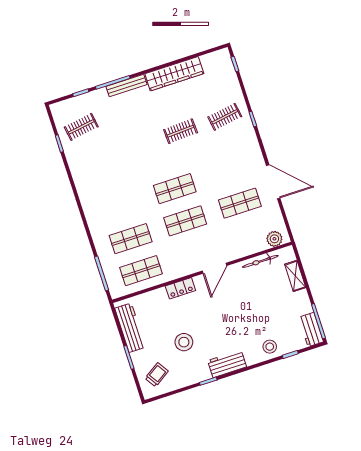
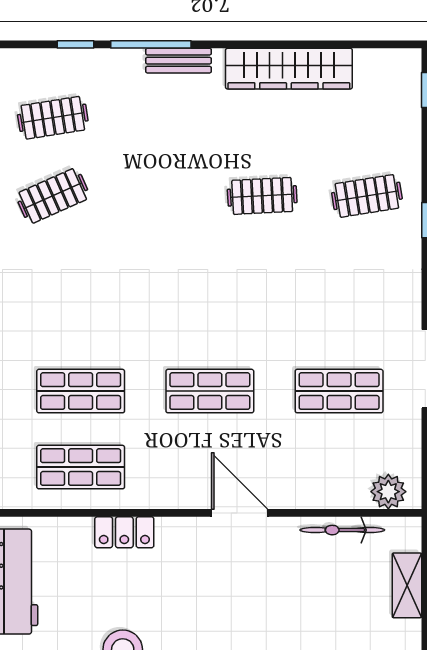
bench: (127, 85) -> (179, 61), width x0.73
clothes rail: (92, 160) -> (53, 196), added
shop shelf: (175, 189) -> (210, 315), removed
door: (214, 268) -> (240, 513), swing flipped
locker: (180, 288) -> (124, 532), moved

